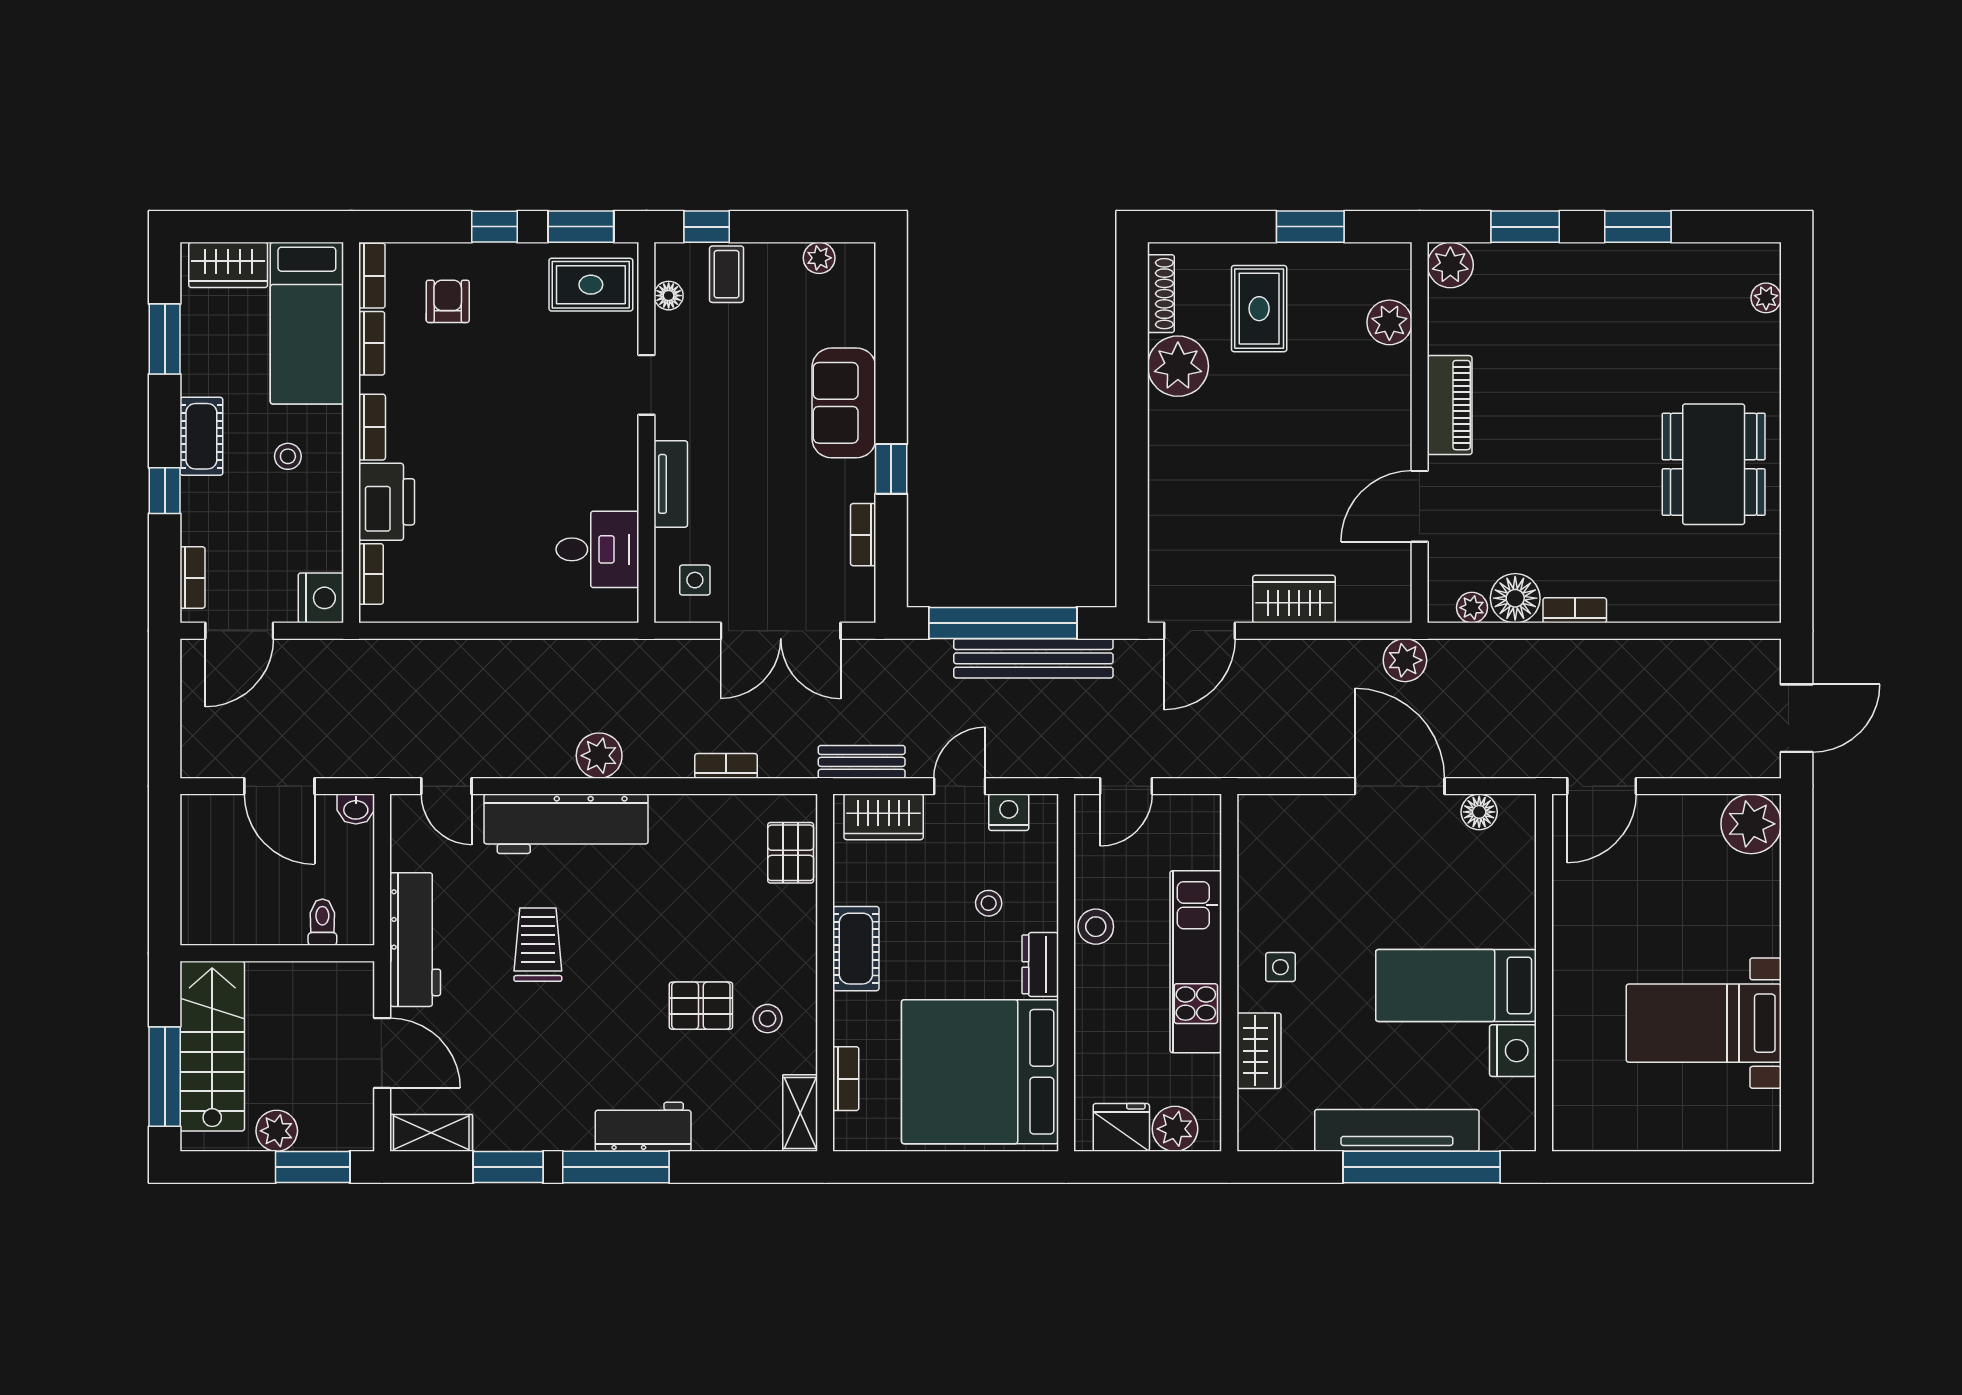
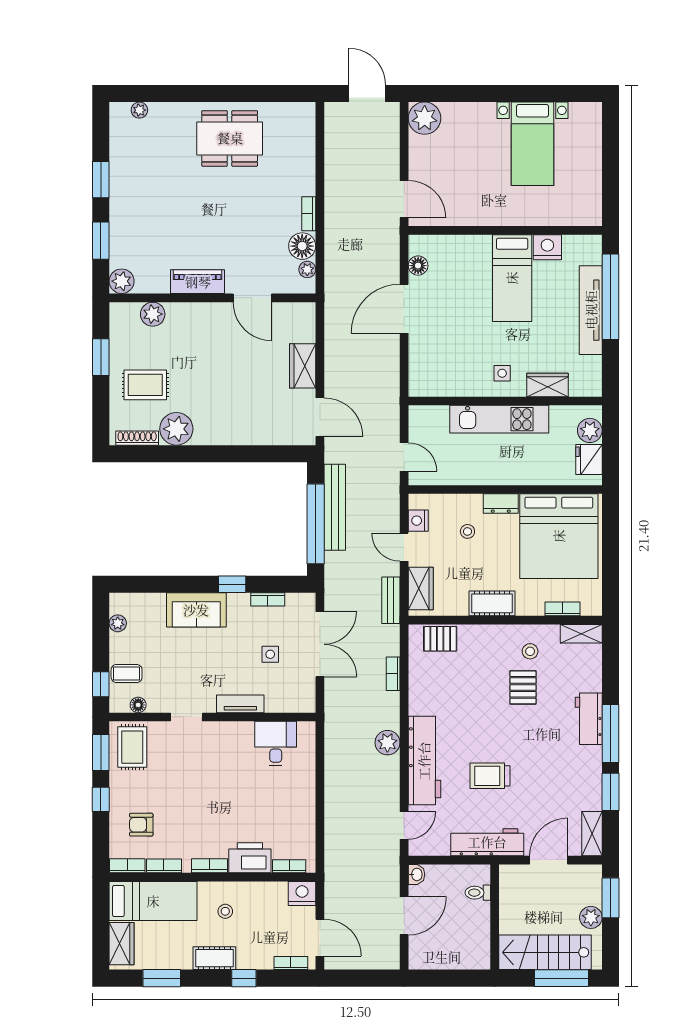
side table: (695, 580) -> (270, 654), moved
plant: (1405, 660) -> (336, 306), removed
stool: (1096, 927) -> (480, 473), removed

